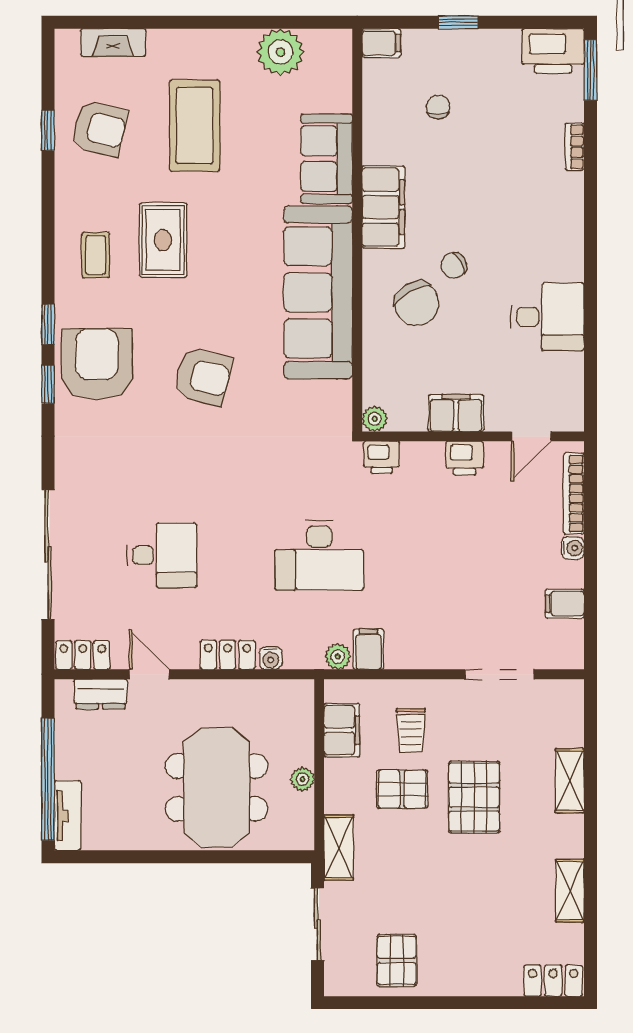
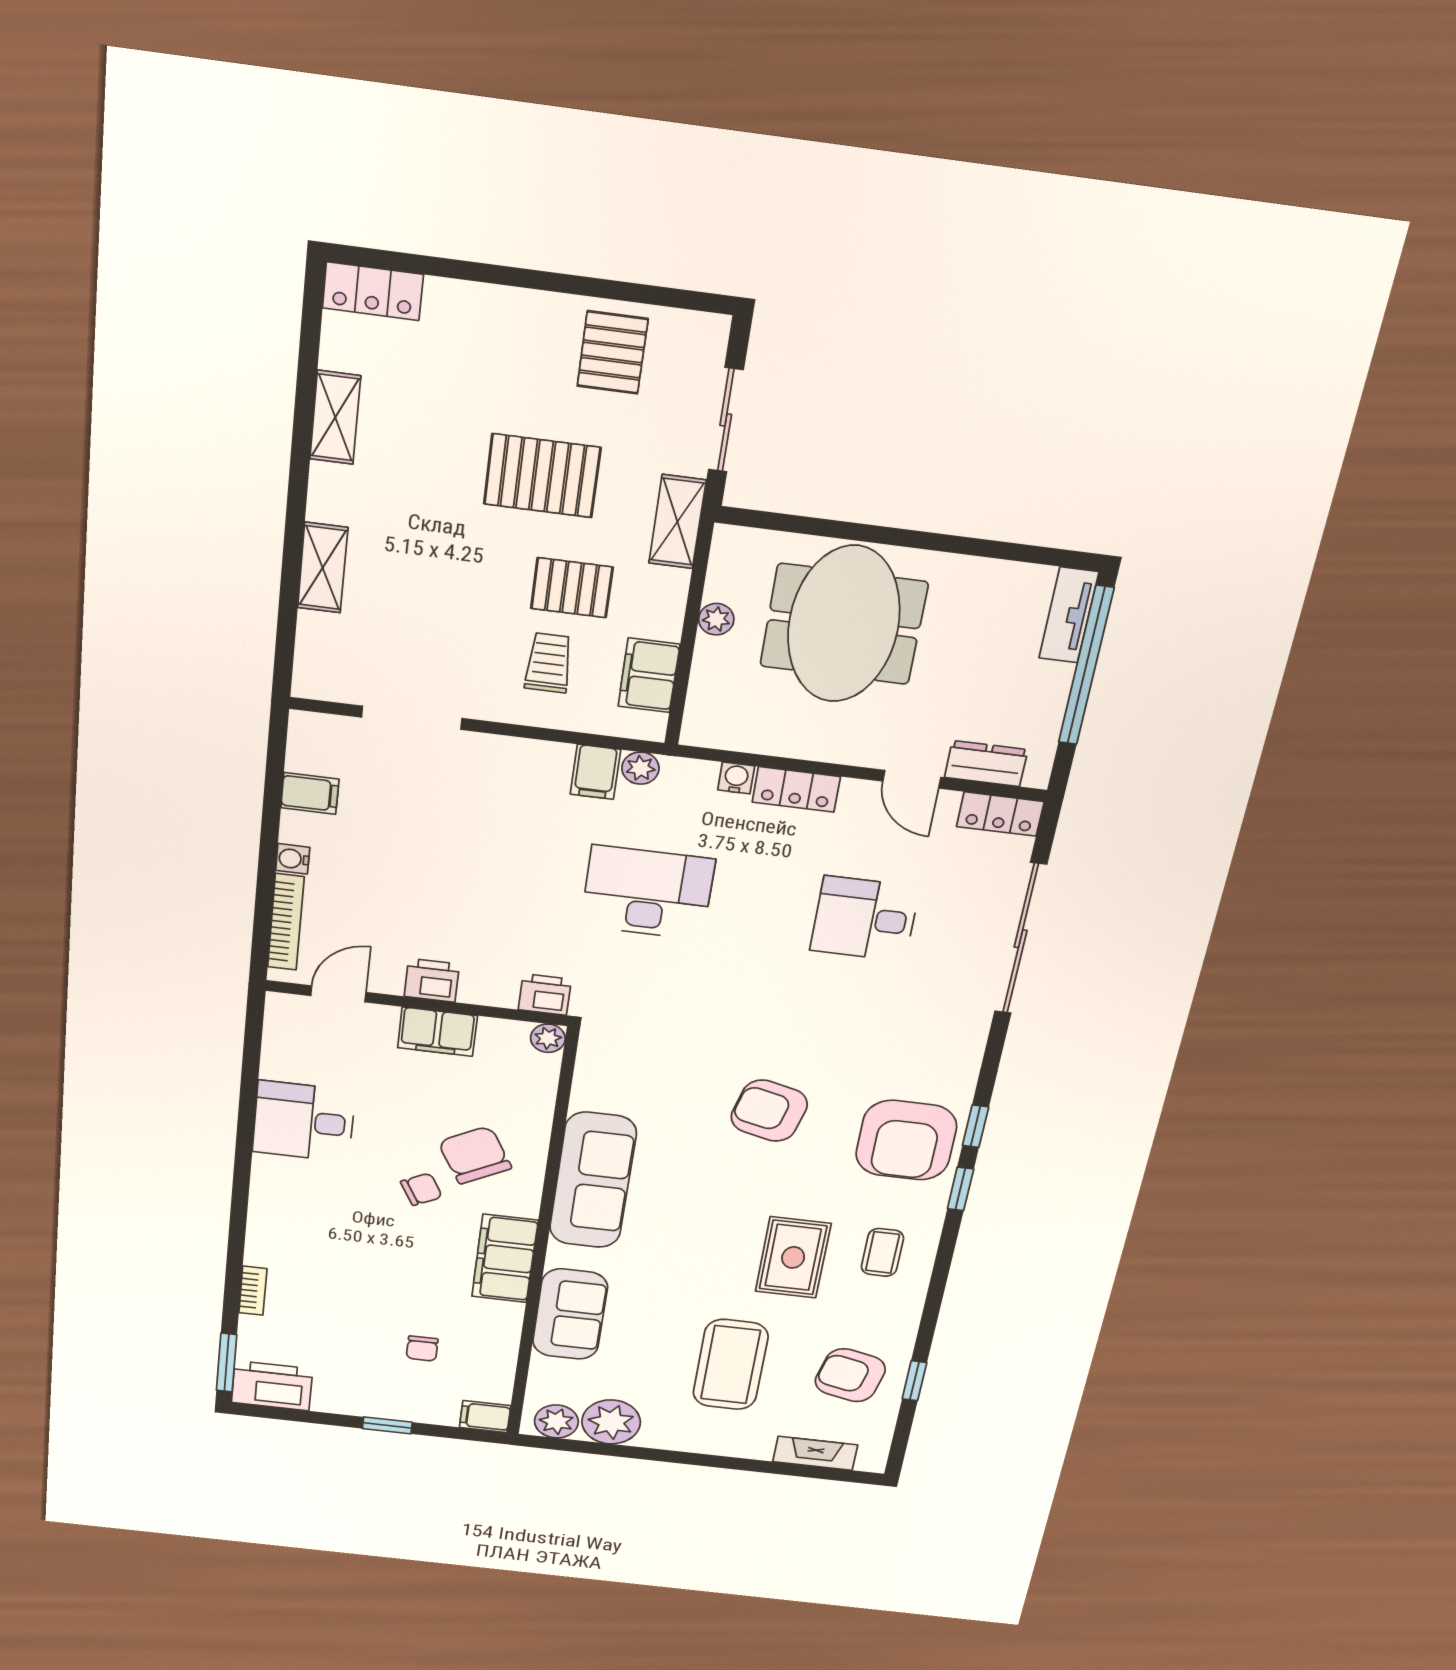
plant: (324, 46) -> (556, 1421), added
sofa: (318, 292) -> (593, 1180), width x0.74, depth x0.79
pallet: (474, 797) -> (542, 476), moved, turned 90

